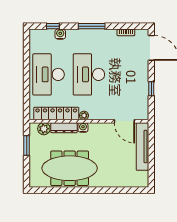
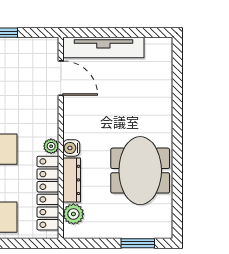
door: (124, 121) -> (61, 78), hinge flipped
window: (27, 146) -> (138, 243), moved
meeting table: (70, 168) -> (140, 171), width x0.73

